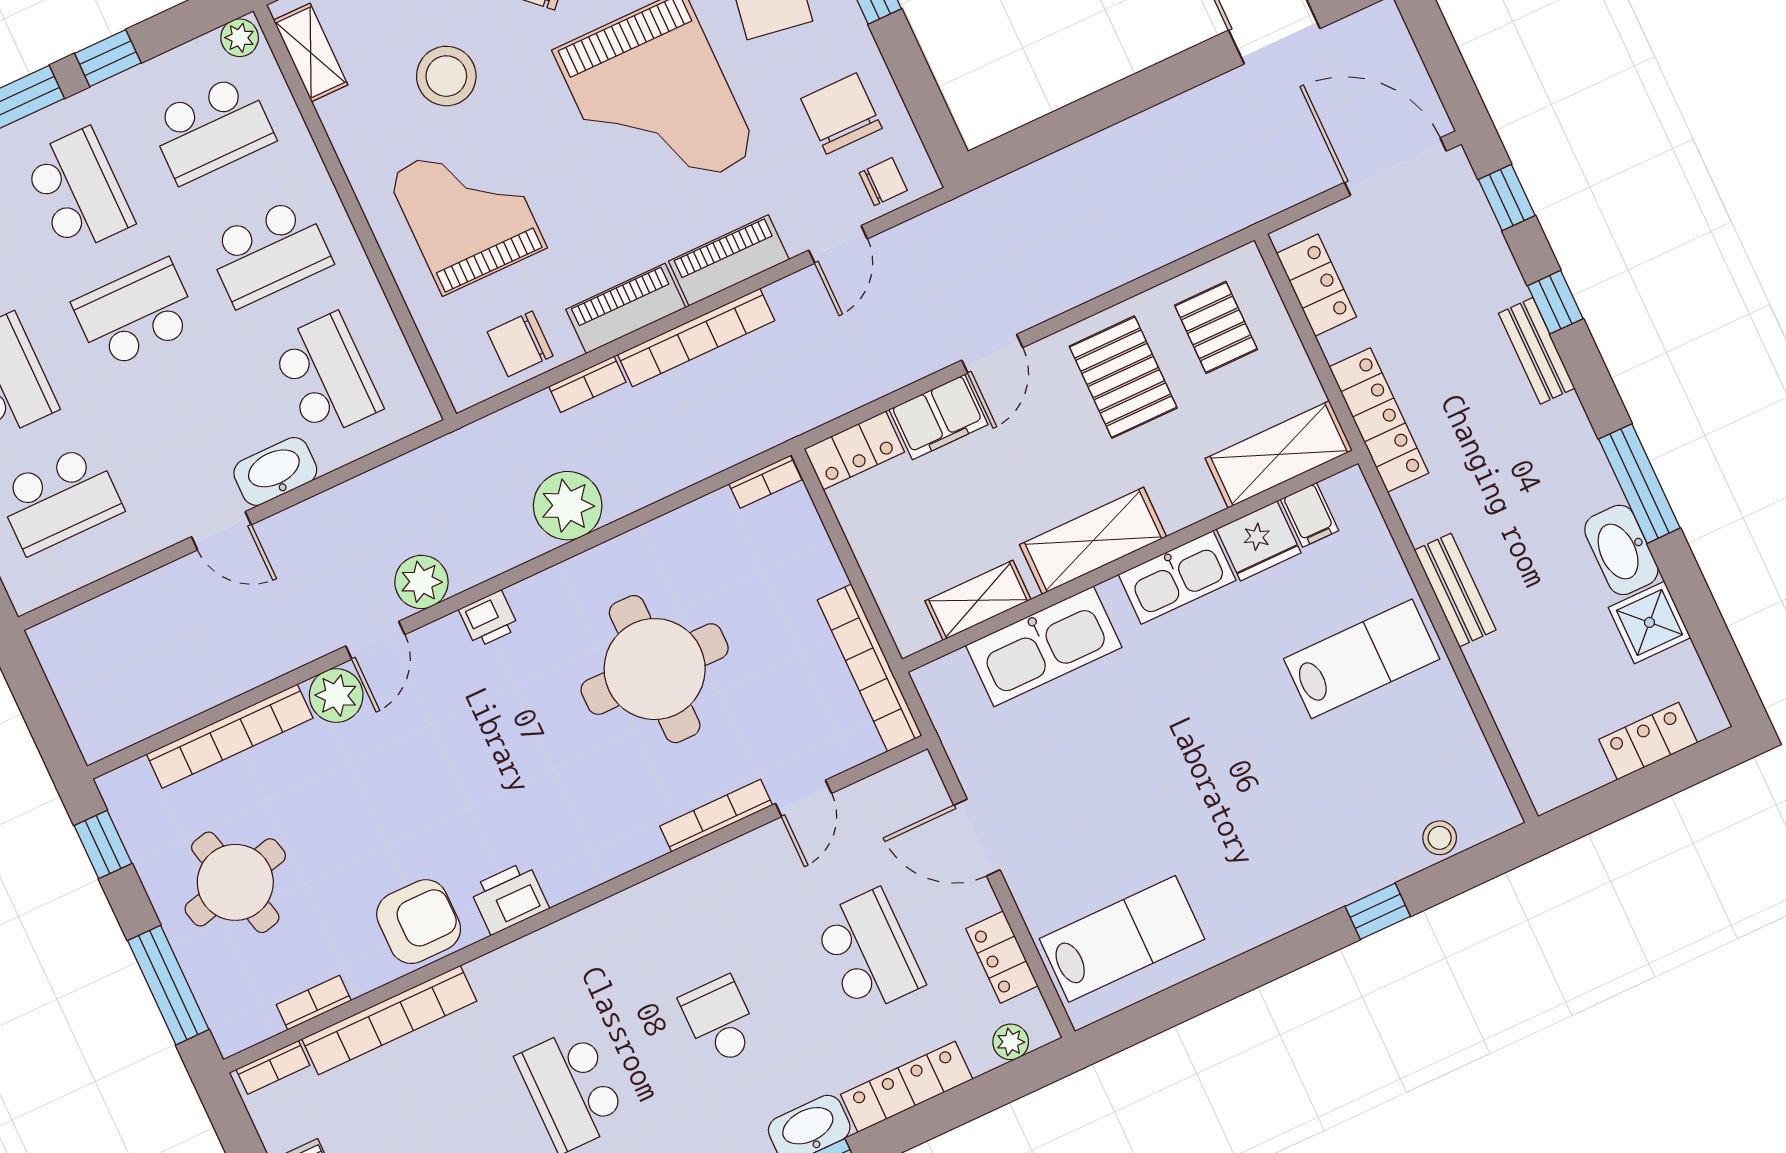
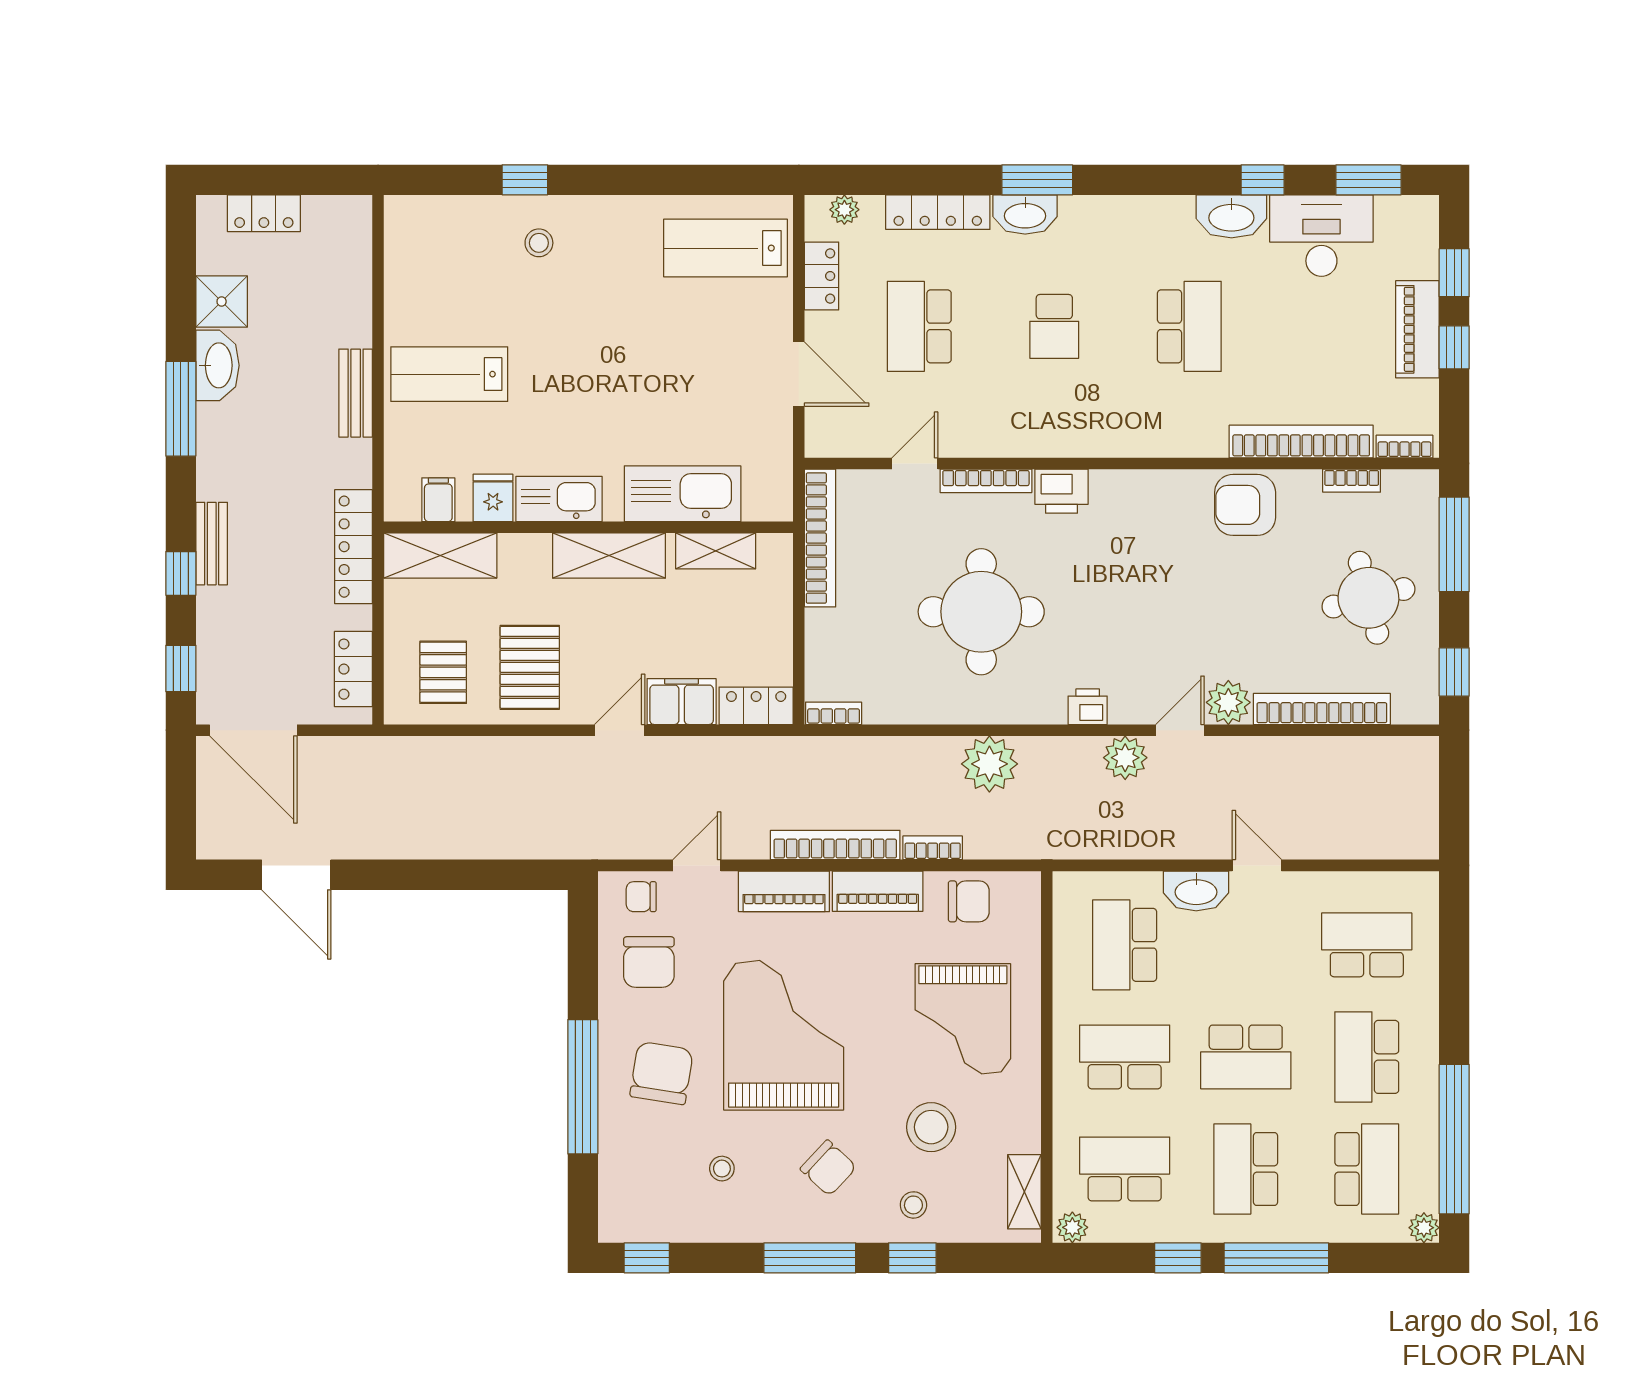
fridge: (1259, 541) -> (493, 498), width x0.72
stool: (1440, 838) -> (539, 243), moved
printer: (509, 898) -> (1062, 491), moved

